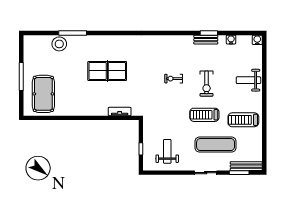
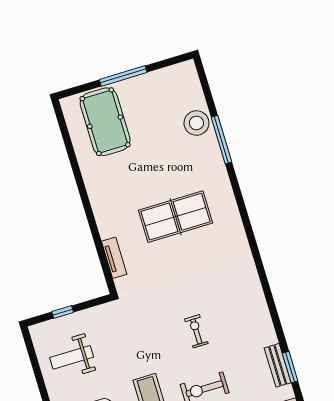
table tennis table: (107, 71) -> (176, 217), turned 90
pool table: (43, 94) -> (105, 122), turned 90
weight bench: (167, 151) -> (72, 357), turned 180

